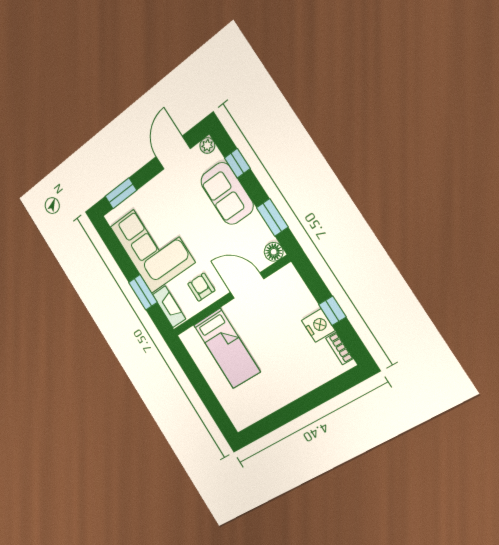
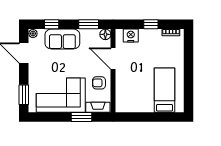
door: (247, 286) -> (113, 58), hinge flipped
nightstand: (318, 325) -> (131, 36), moved
bed: (227, 348) -> (165, 90), moved, turned -90

